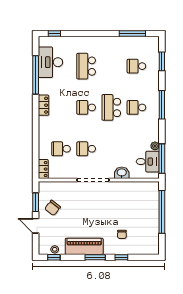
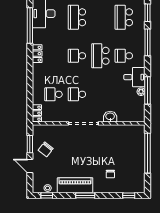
school desk: (136, 66) -> (124, 17), width x1.85
window: (162, 105) -> (147, 42), moved
window: (162, 159) -> (147, 90), moved
desk: (148, 162) -> (134, 77), moved
window: (121, 257) -> (129, 195), moved

